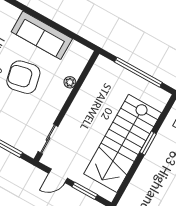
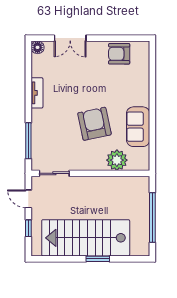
sofa: (42, 35) -> (138, 127), width x0.73
plant: (70, 82) -> (117, 160), width x1.87, depth x1.87
window: (85, 191) -> (28, 228), width x0.67

